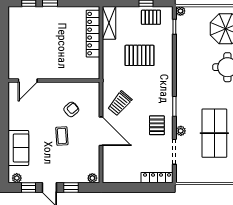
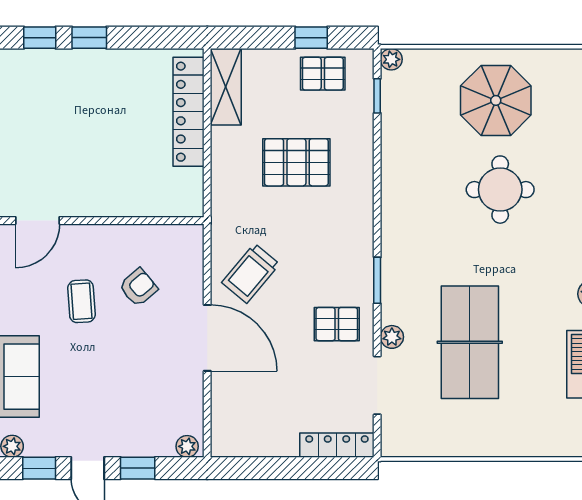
pallet: (157, 125) -> (337, 324), turned 90
coffee table: (62, 136) -> (81, 301), moved

